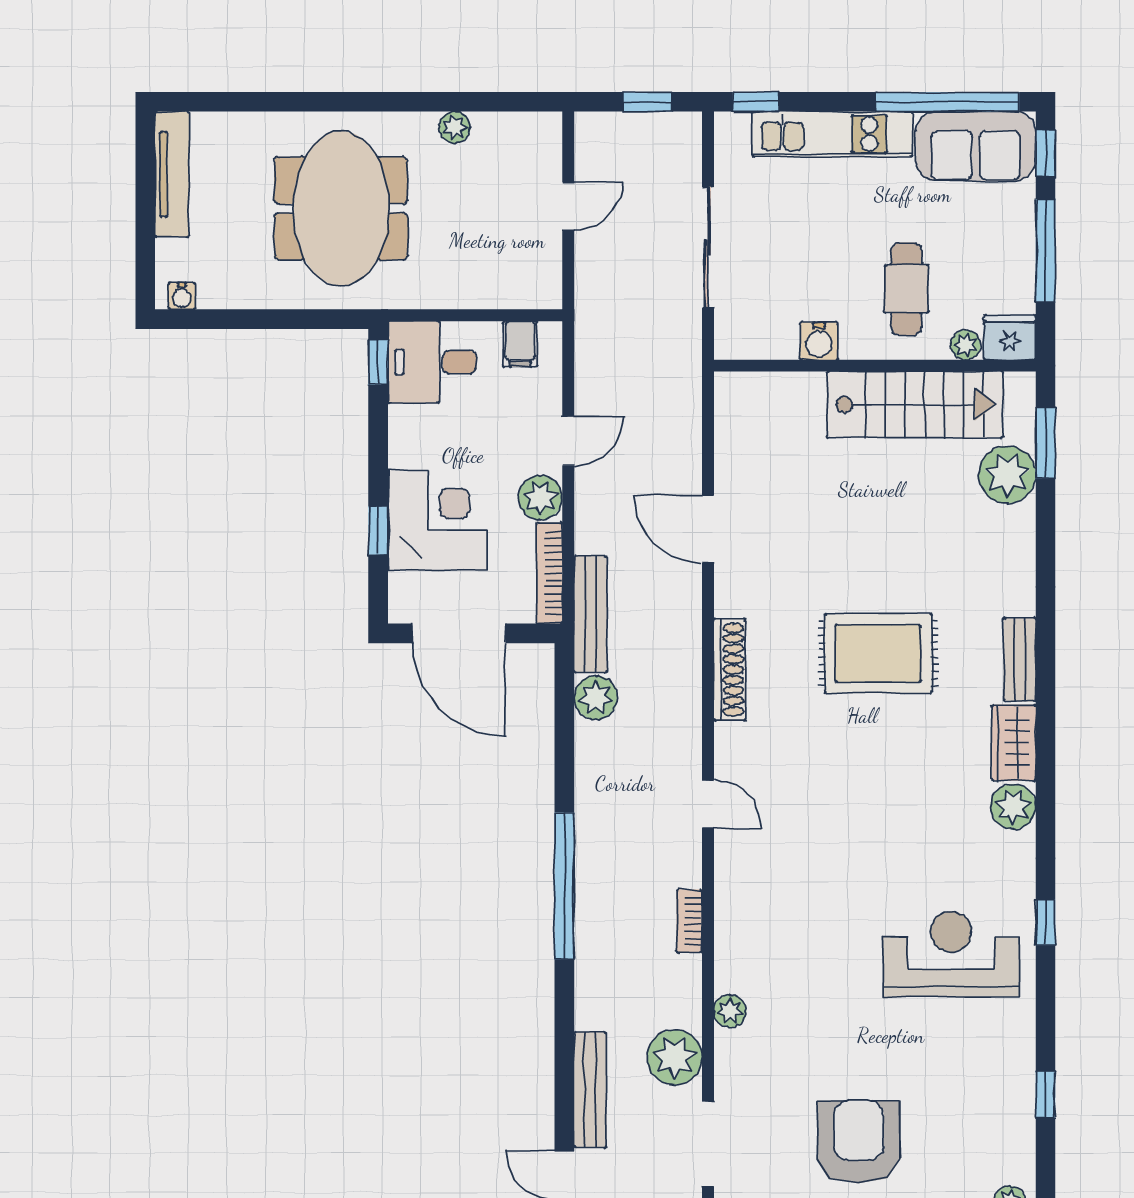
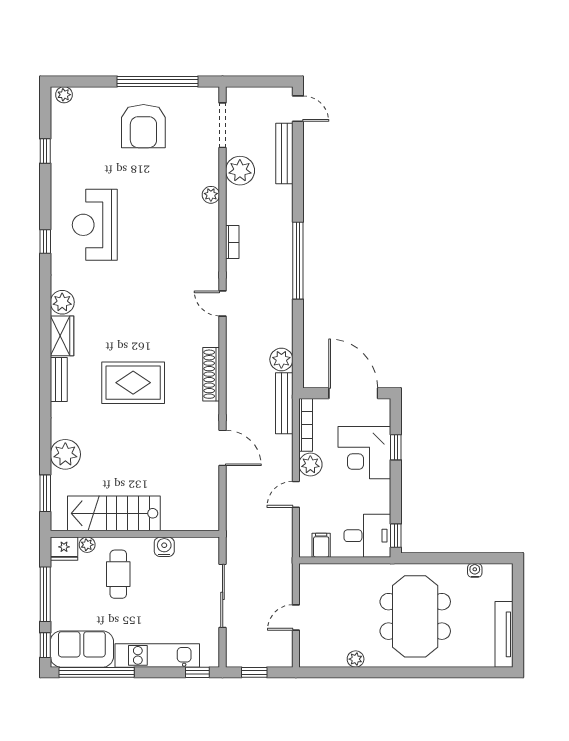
water cooler: (182, 296) -> (475, 570), moved
plant: (1007, 475) -> (65, 454), moved
reception desk: (951, 954) -> (95, 225), turned 90

